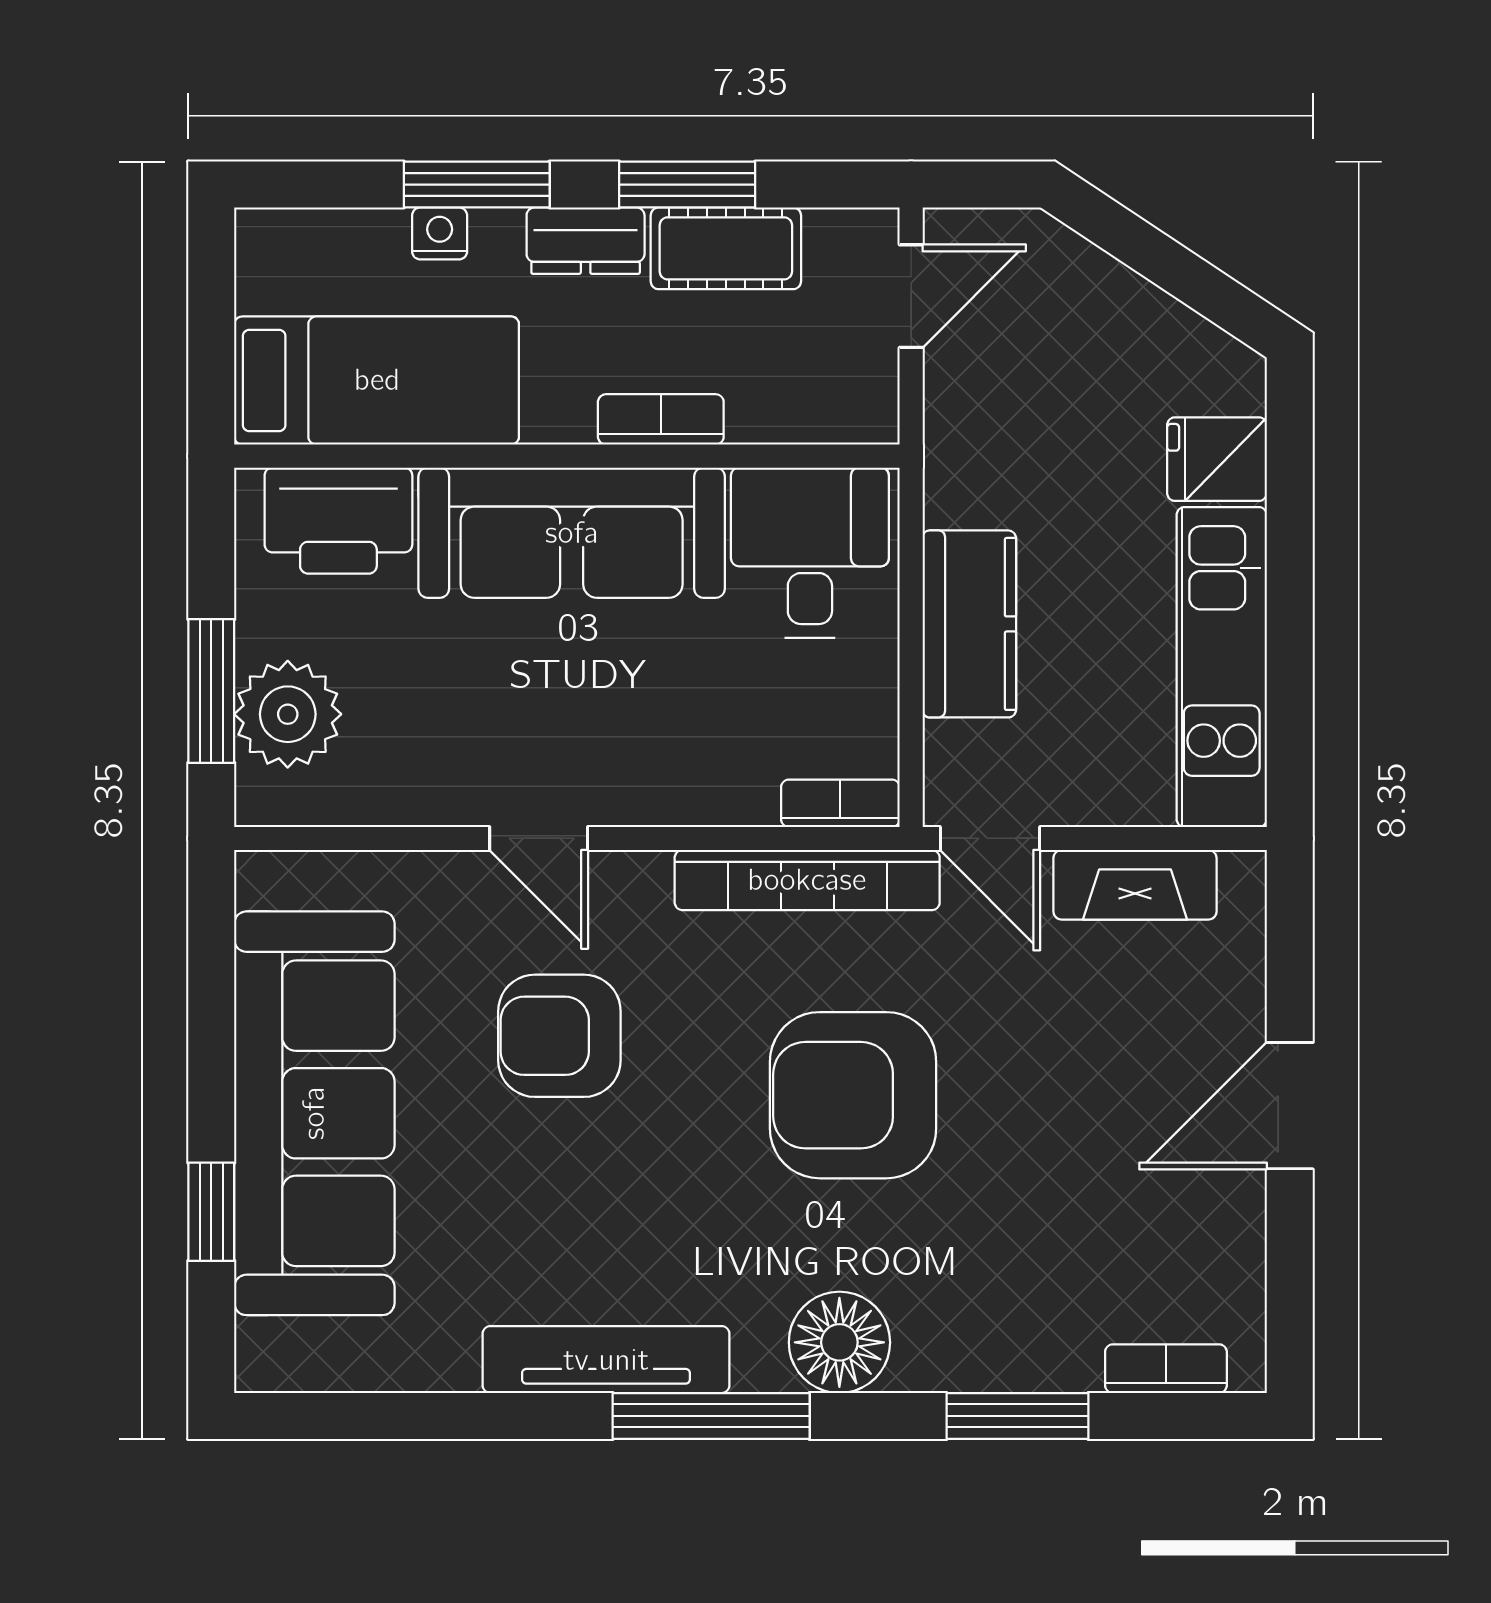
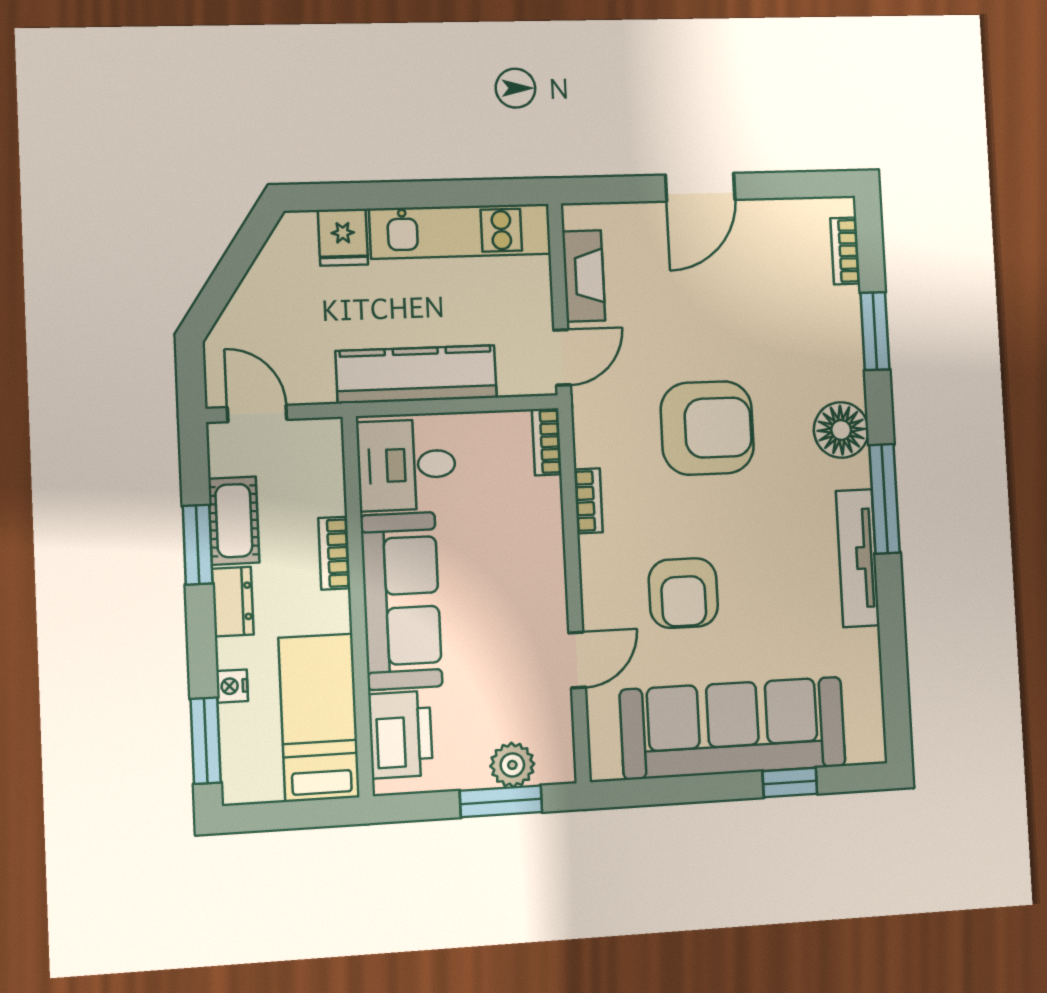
window: (477, 185) -> (206, 741), moved
kitchen counter: (969, 624) -> (416, 374), width x1.50
plant: (288, 714) -> (512, 765), width x0.73, depth x0.73
door: (539, 838) -> (577, 660), moved
bookcase: (807, 880) -> (588, 501), width x0.43, depth x0.76
armchair: (853, 1095) -> (707, 428), turned -90
door: (1290, 1106) -> (700, 187), hinge flipped

